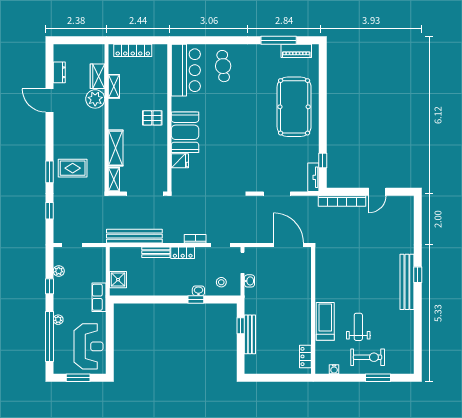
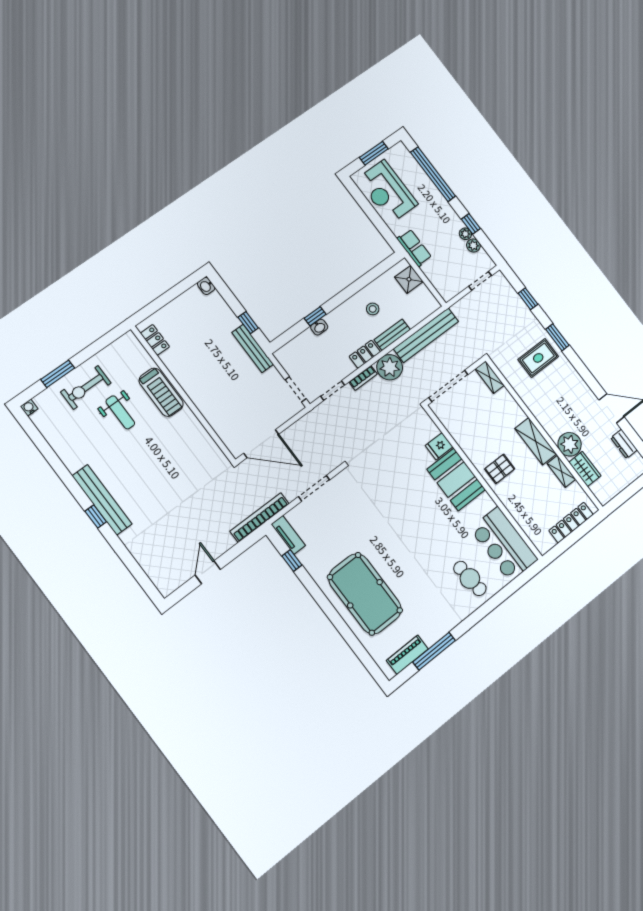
shelving: (116, 148) -> (536, 441), moved
bookcase: (342, 201) -> (260, 517), moved
plant: (173, 233) -> (390, 367), added
washbasin: (249, 281) -> (206, 286), moved
stool: (221, 282) -> (373, 309), moved
plant: (58, 320) -> (465, 234), moved
bench: (250, 334) -> (253, 348), moved
water cooler: (334, 369) -> (29, 408), moved

